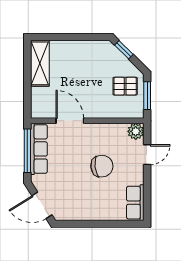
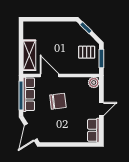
shelving: (40, 63) -> (29, 55), moved
door: (147, 155) -> (101, 109), moved
chair: (102, 166) -> (58, 101), moved
door: (42, 205) -> (31, 132), hinge flipped

